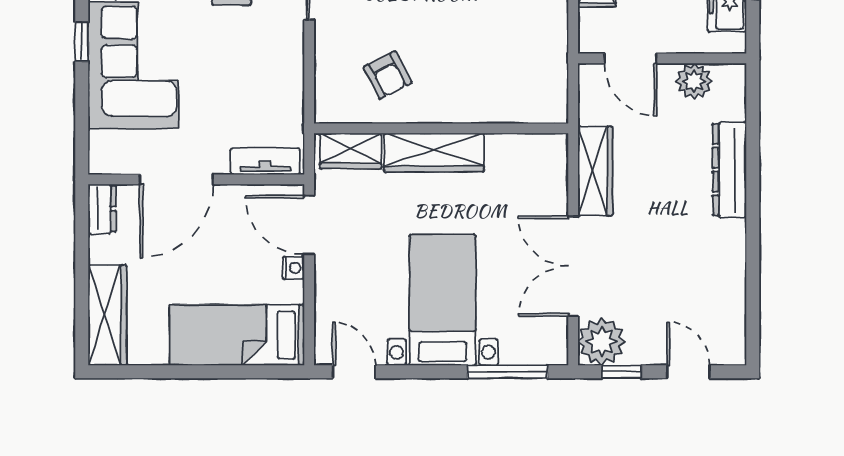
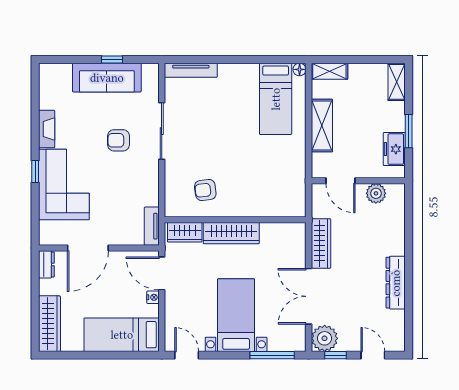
armchair: (388, 75) -> (205, 190), turned 110
tv unit: (265, 161) -> (152, 226), moved, turned -90
dresser: (729, 170) -> (396, 283), moved

